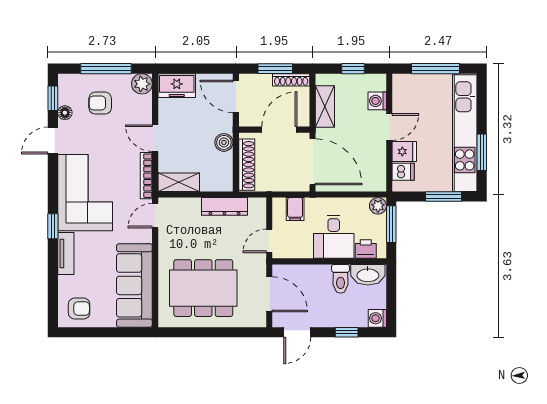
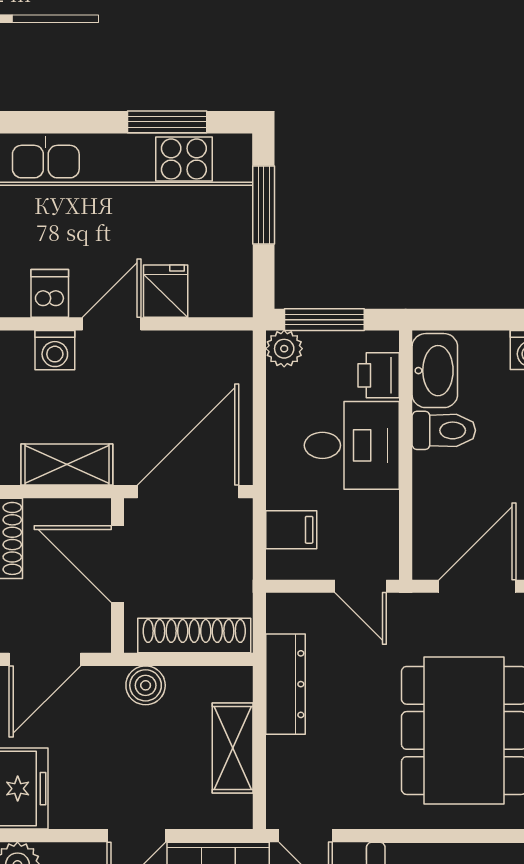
door: (389, 127) -> (112, 324), hinge flipped
dishwasher: (403, 172) -> (50, 293), moved
shelving: (179, 182) -> (233, 748), moved

